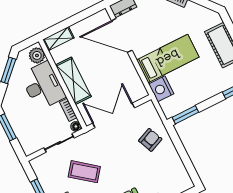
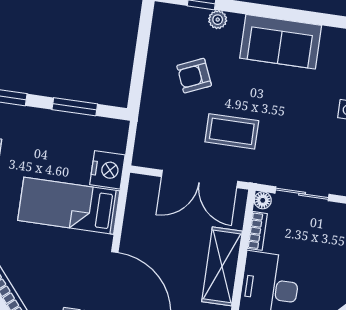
window: (185, 115) -> (75, 107), moved
armchair: (150, 140) -> (194, 76), moved
coffee table: (84, 172) -> (232, 131), moved, turned -38

